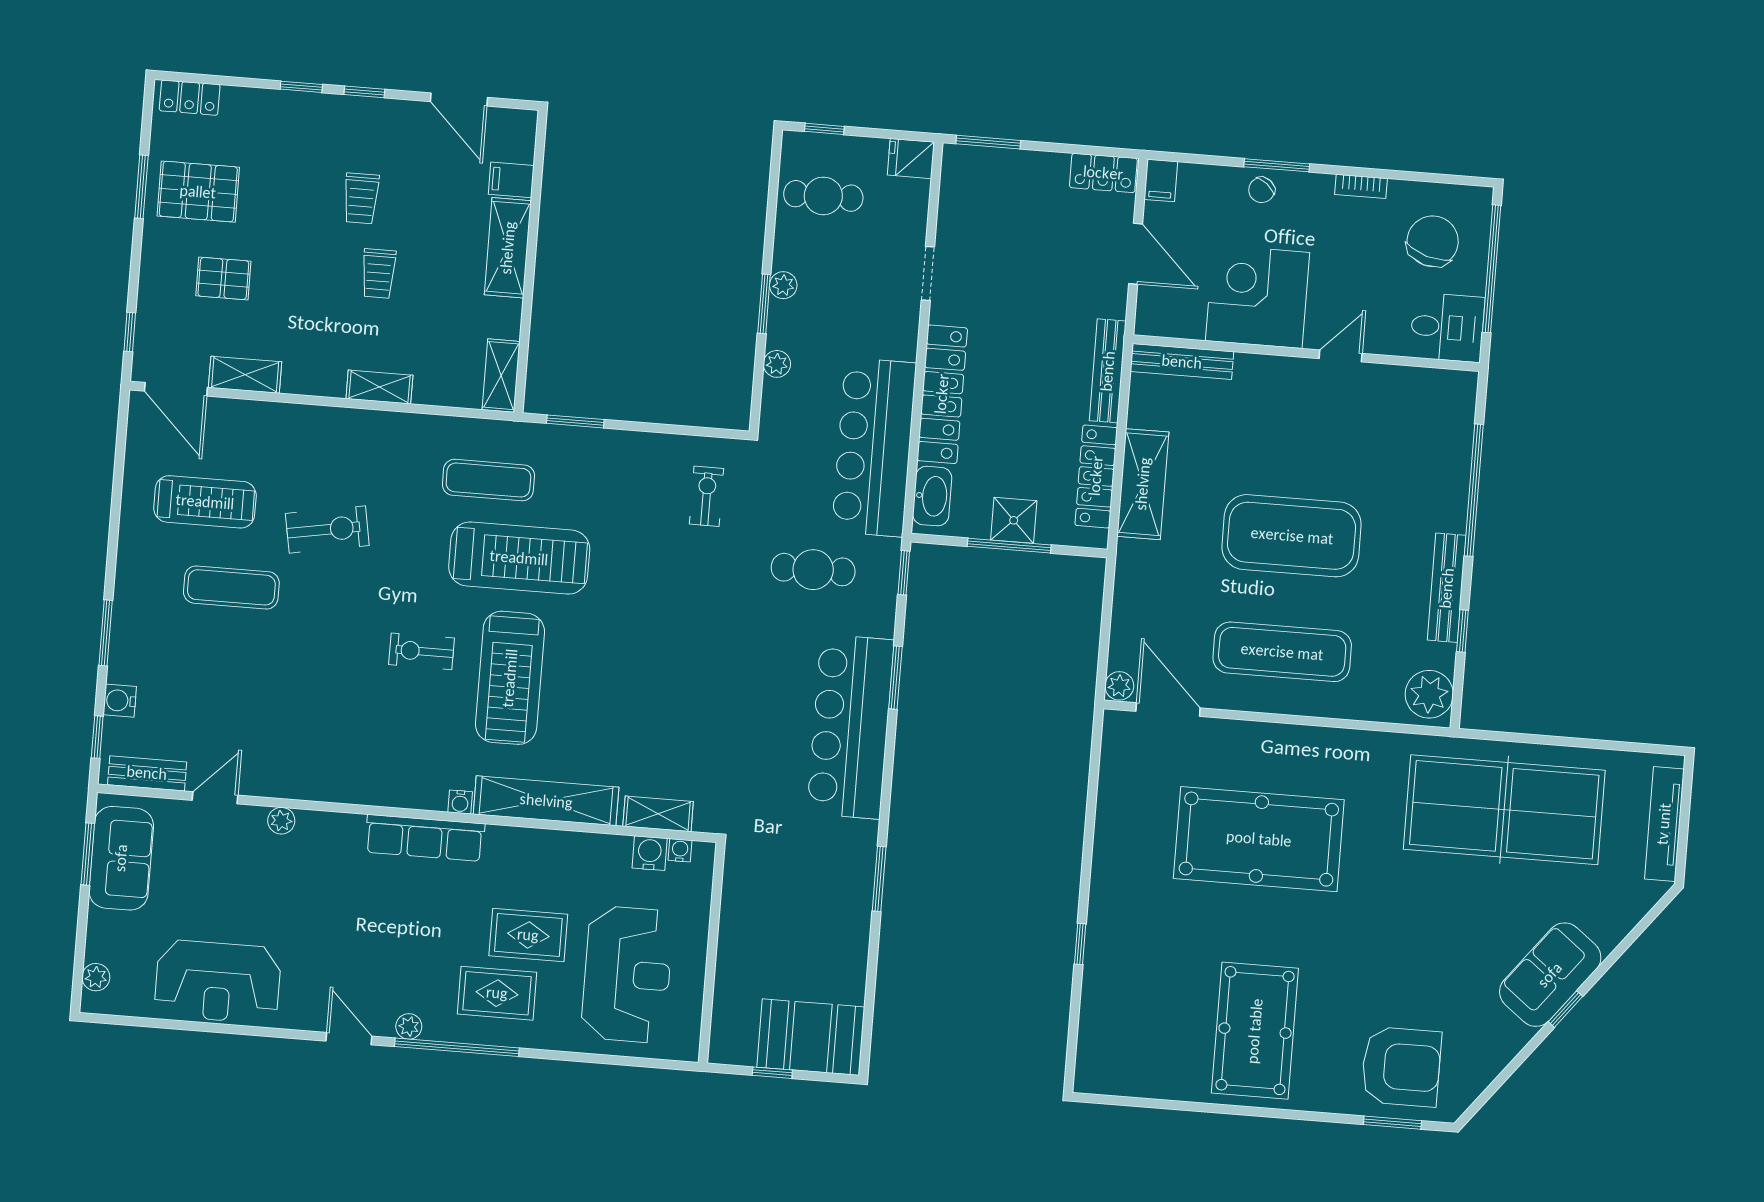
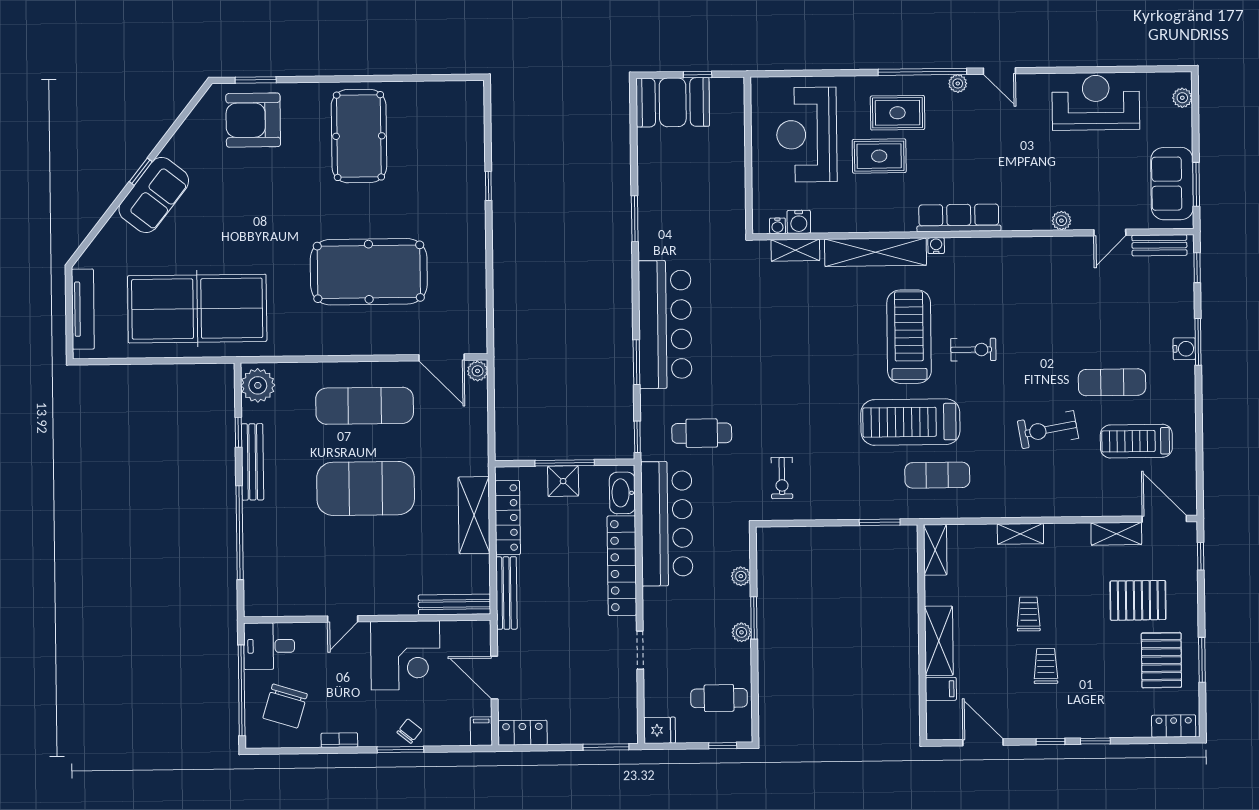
pallet: (198, 192) -> (1161, 660), turned 90
pallet: (223, 278) -> (1138, 600), width x1.50, depth x1.42
water cooler: (120, 701) -> (1184, 349), moved

